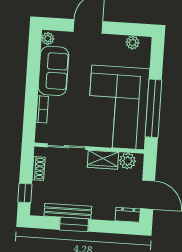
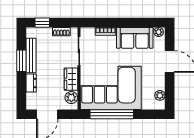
dresser: (128, 215) -> (31, 83), moved

